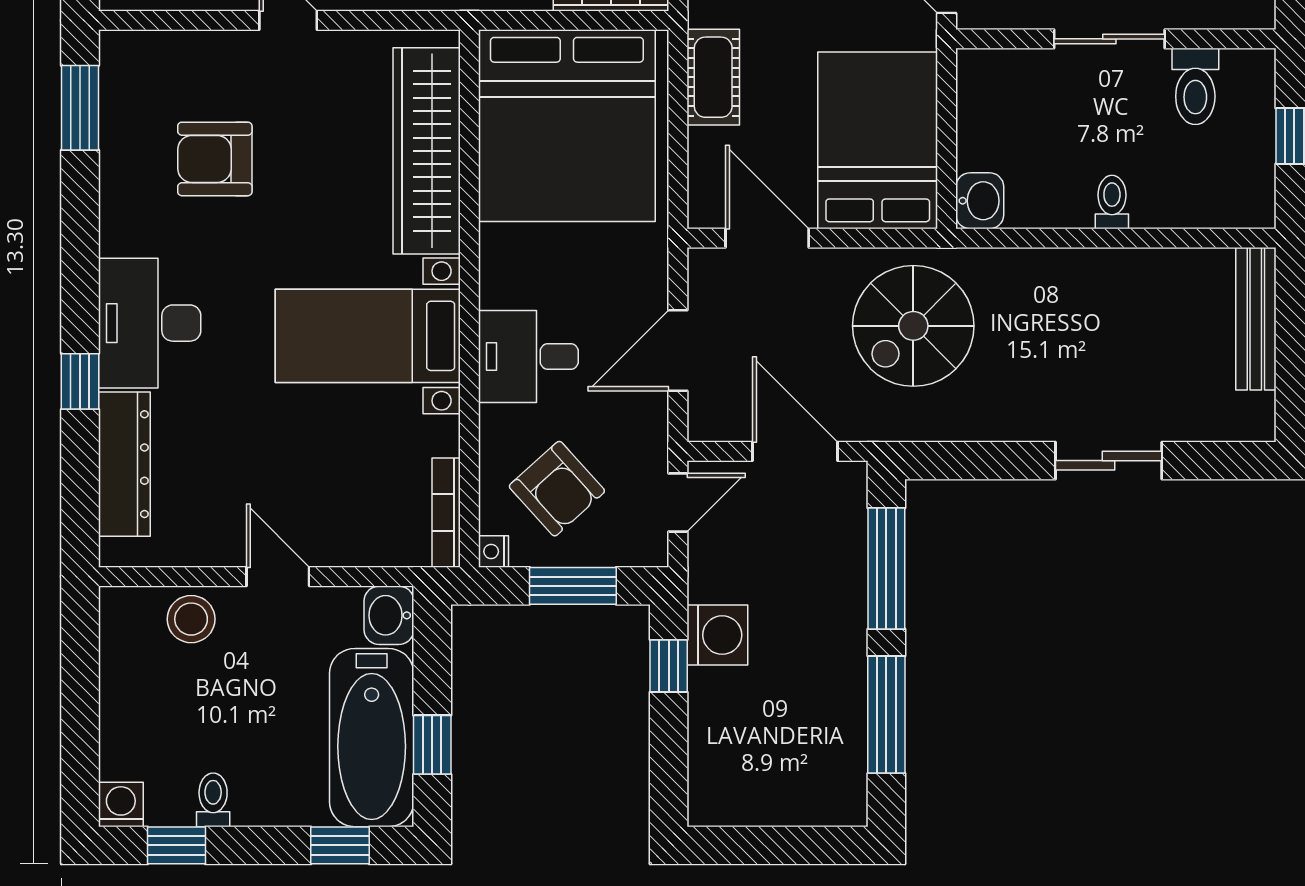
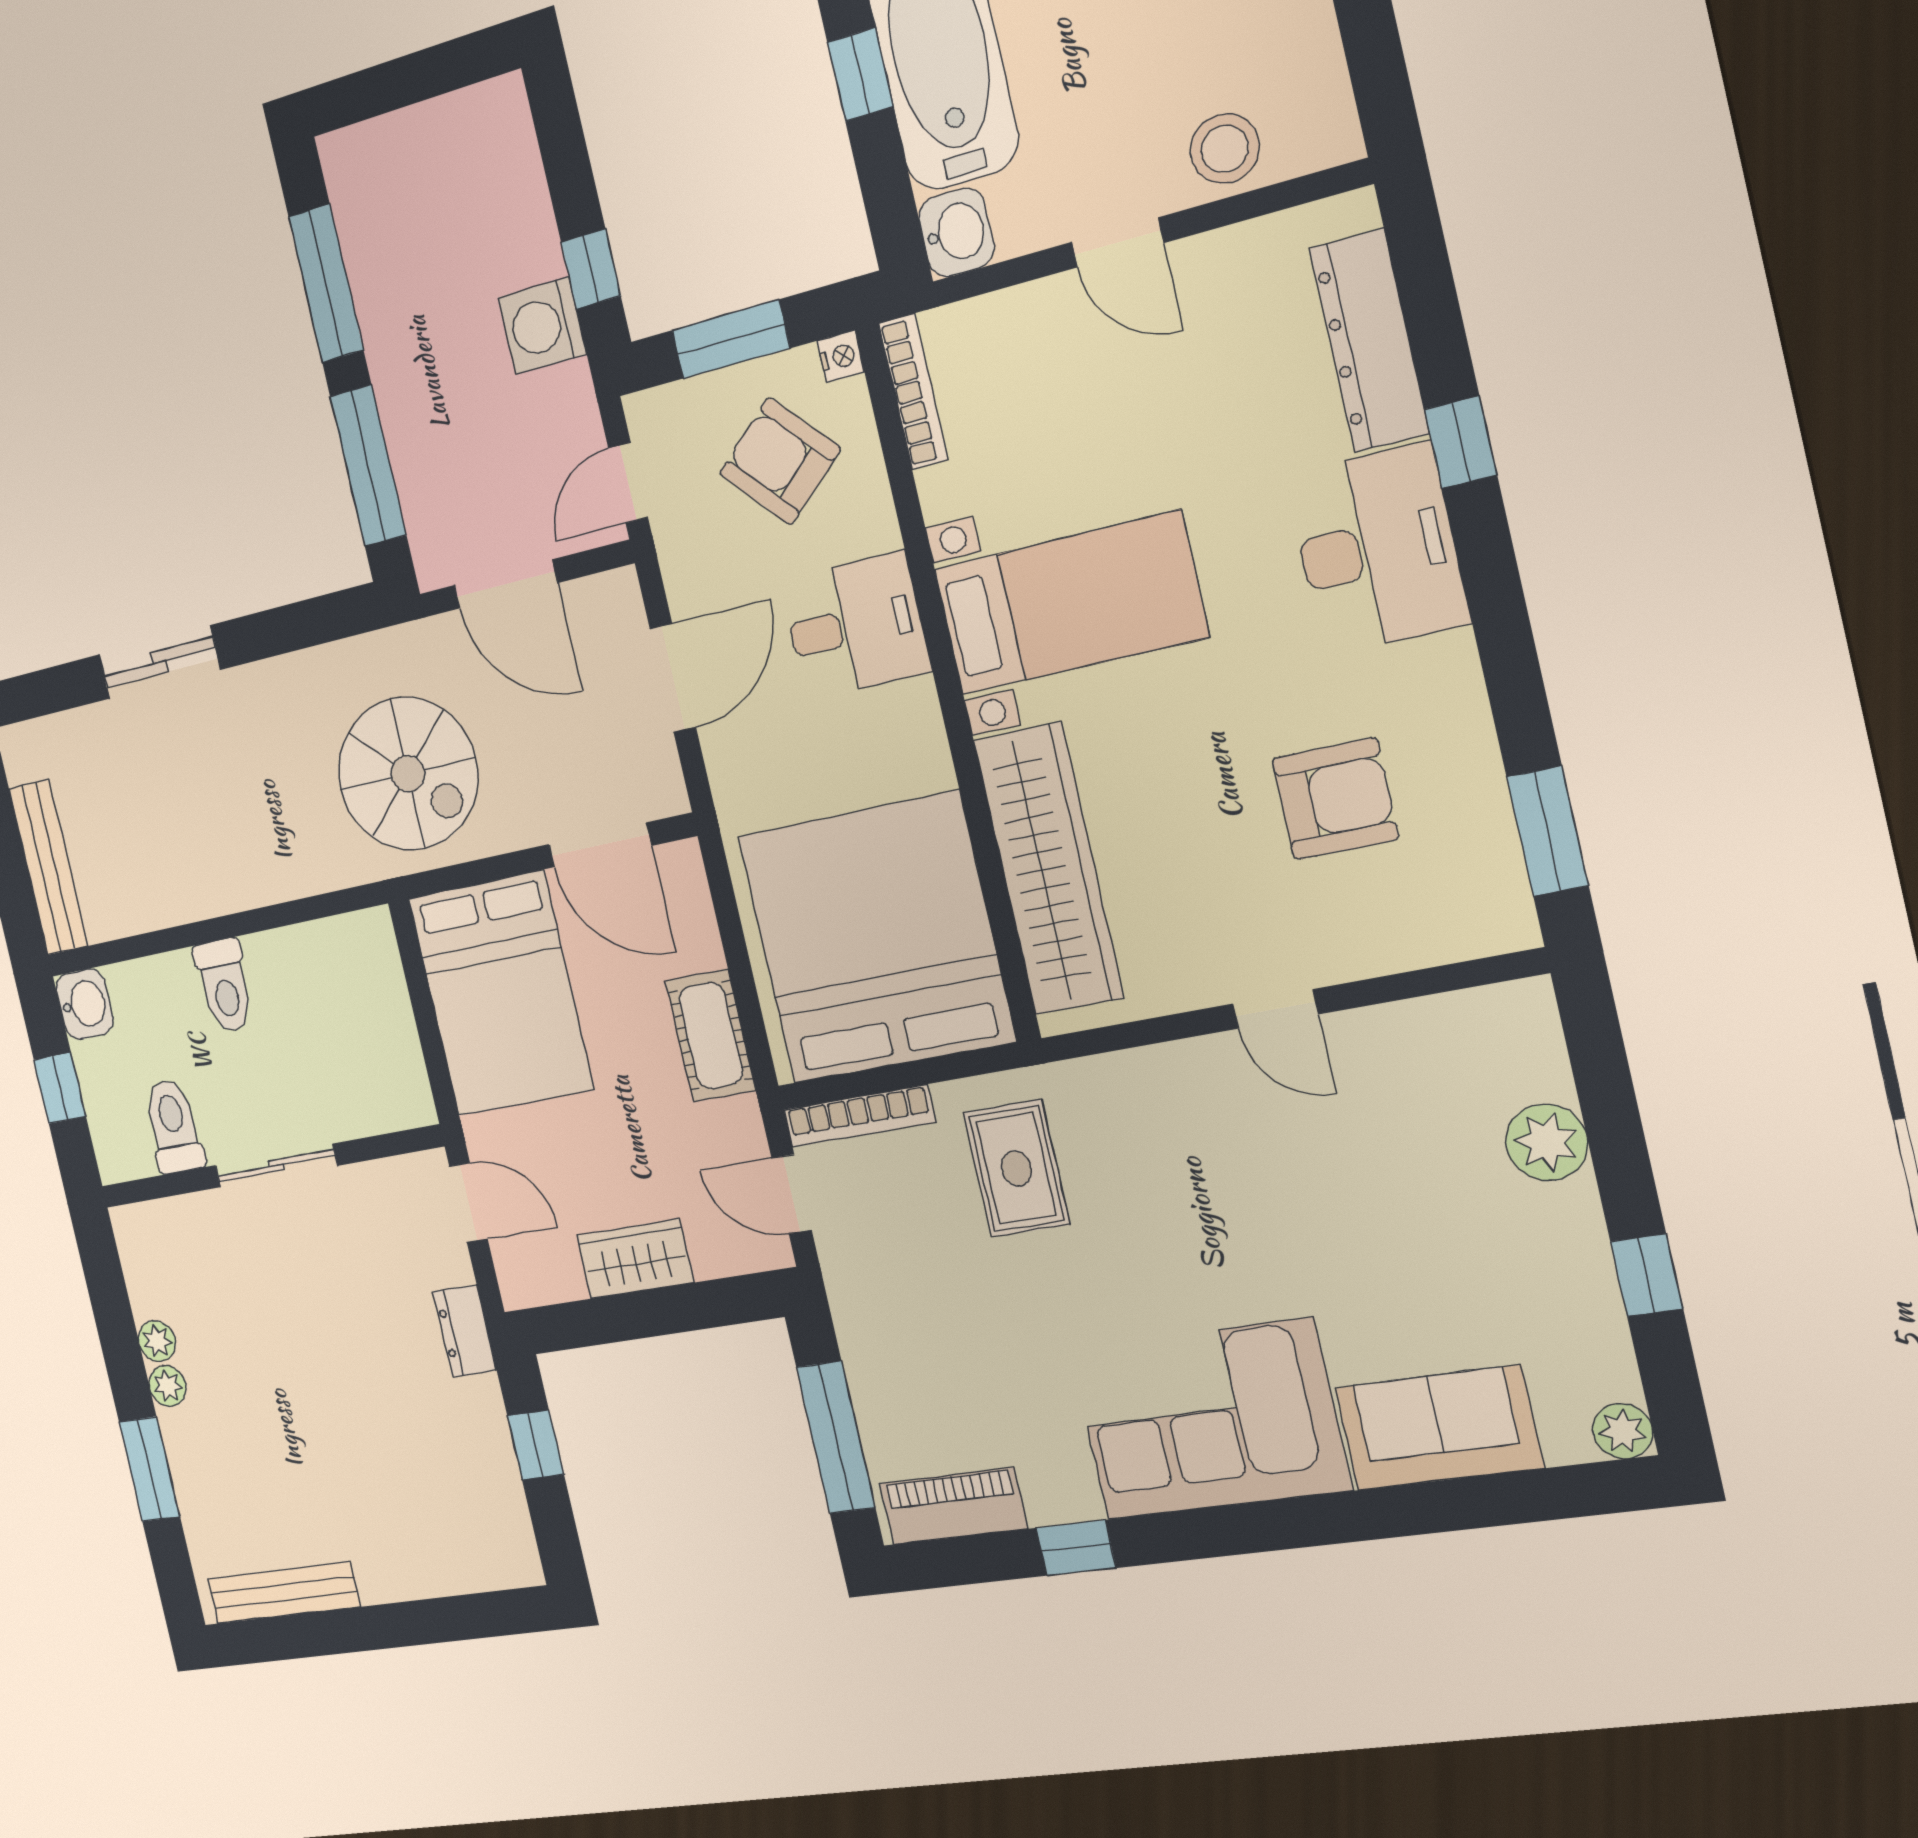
washbasin: (980, 201) -> (85, 1004), moved, turned 180
toilet: (1112, 202) -> (224, 986), width x1.37, depth x1.39
spiral stairs: (913, 326) -> (408, 774), turned 90

